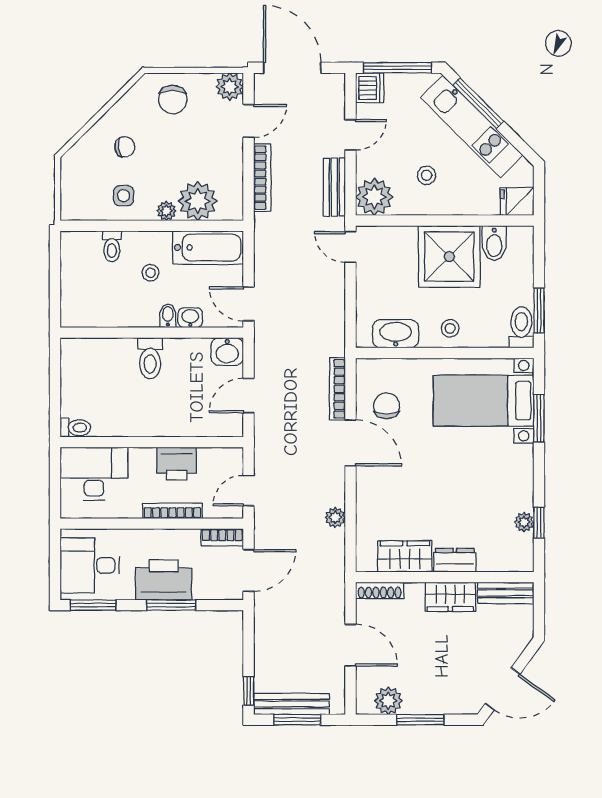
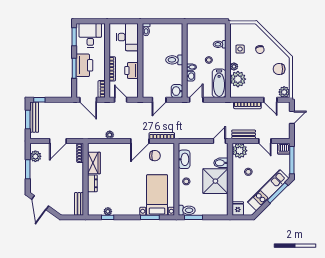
door: (292, 68) -> (292, 117), width x0.53
bidet: (494, 243) -> (221, 163), moved
door: (249, 396) -> (159, 100), swing flipped
wardrobe: (450, 597) -> (78, 181), removed

